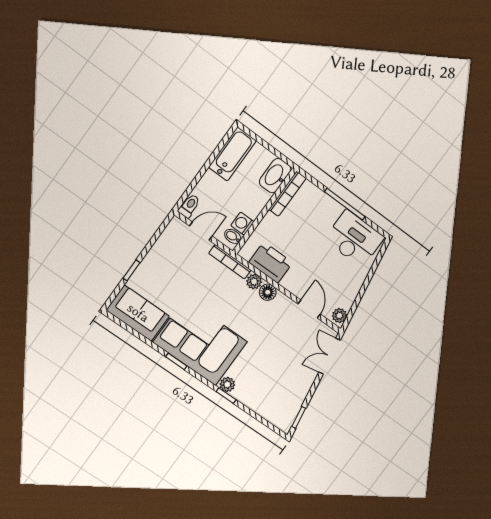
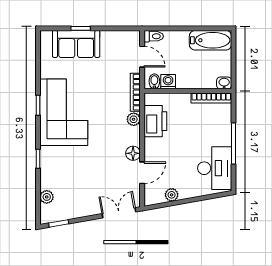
washbasin: (275, 176) -> (224, 83), width x0.52, depth x0.69
floor lamp: (268, 292) -> (133, 153), moved
sofa: (138, 313) -> (76, 44), moved, turned 90
plant: (339, 315) -> (172, 195), moved
plant: (227, 384) -> (47, 197), moved

